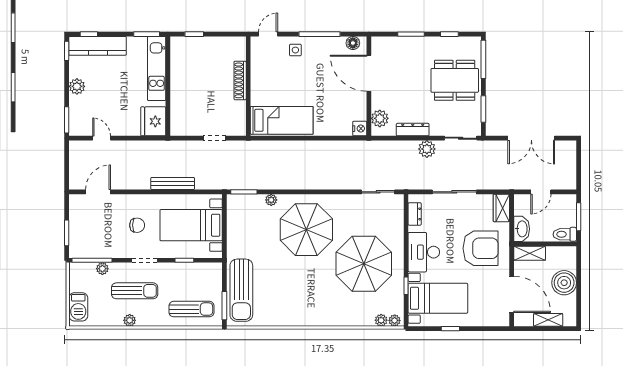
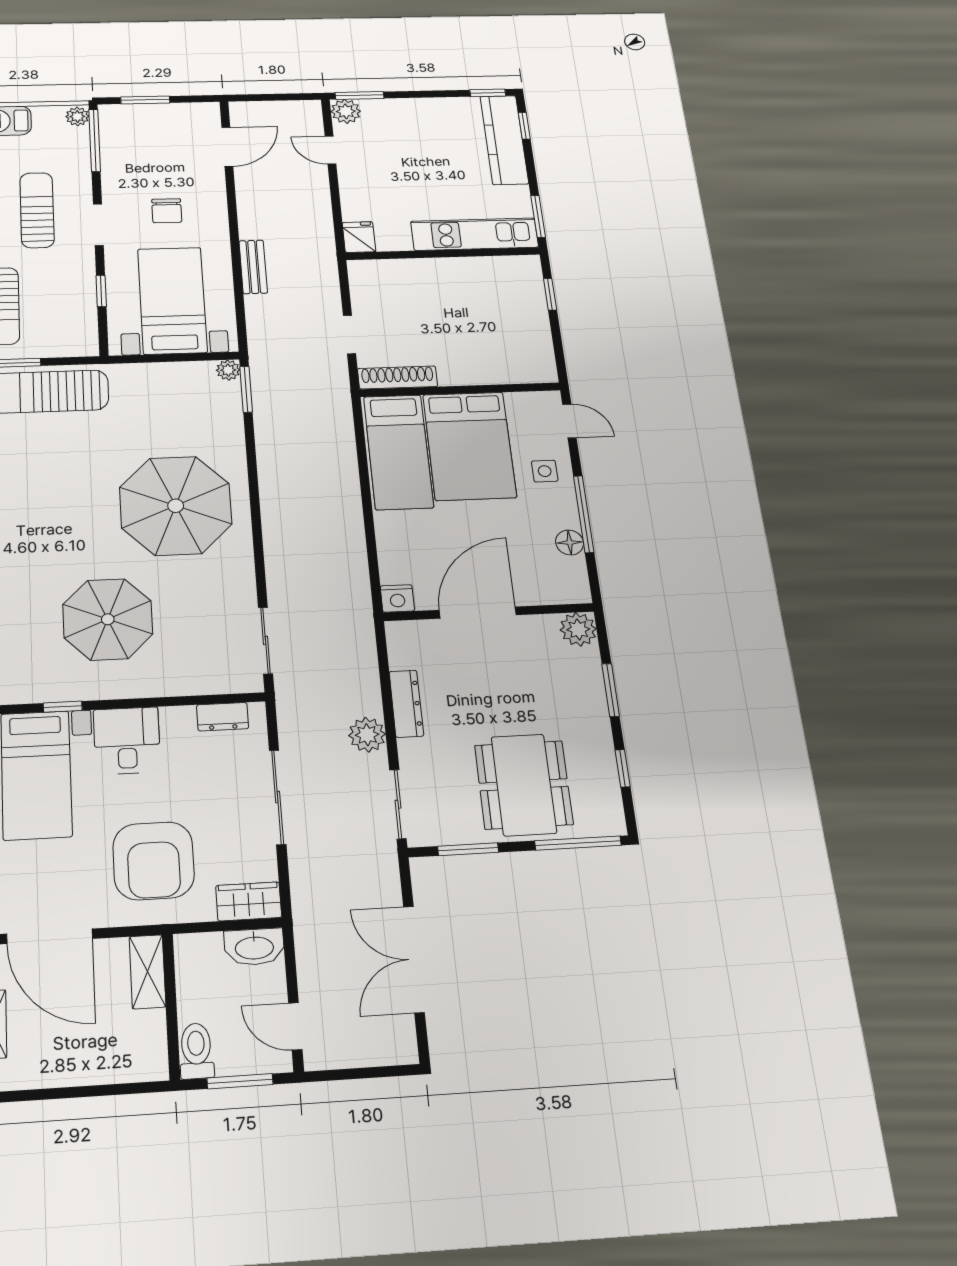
floor lamp: (353, 43) -> (570, 542), moved
door: (369, 73) -> (478, 613), moved
shoe rack: (240, 80) -> (398, 377), moved
bed: (280, 85) -> (469, 446), added
plant: (77, 86) -> (346, 111), moved
plant: (380, 118) -> (578, 629), moved
fridge: (153, 121) -> (359, 237), width x0.53, depth x0.75
door: (102, 138) -> (330, 150), swing flipped
bench: (173, 183) -> (253, 267), width x0.73
door: (98, 192) -> (227, 147), hinge flipped
door: (541, 192) -> (295, 1026), moved
plant: (271, 200) -> (228, 370), moved
washbasin: (522, 229) -> (254, 947), moved
desk: (424, 252) -> (127, 741), width x0.73
parasol: (364, 264) -> (108, 619), width x0.73, depth x0.73
plant: (102, 269) -> (77, 116), moved
boiler: (564, 283) -> (81, 1057), removed
sun lounger: (135, 291) -> (37, 210), turned 180
door: (512, 294) -> (50, 936), hinge flipped

